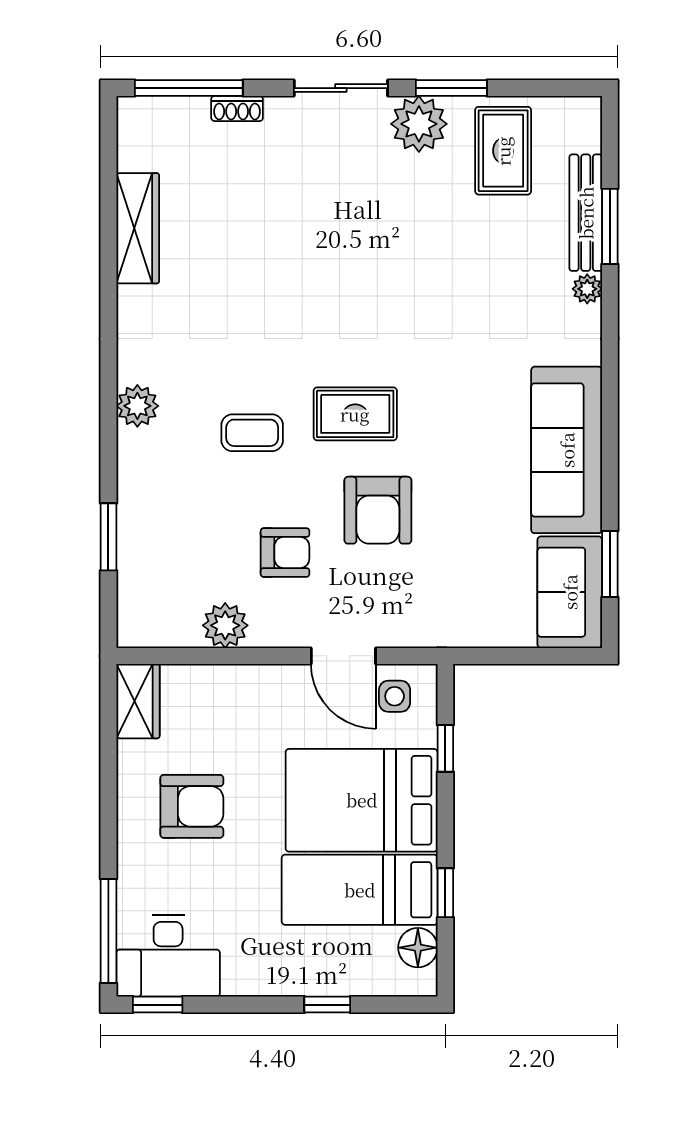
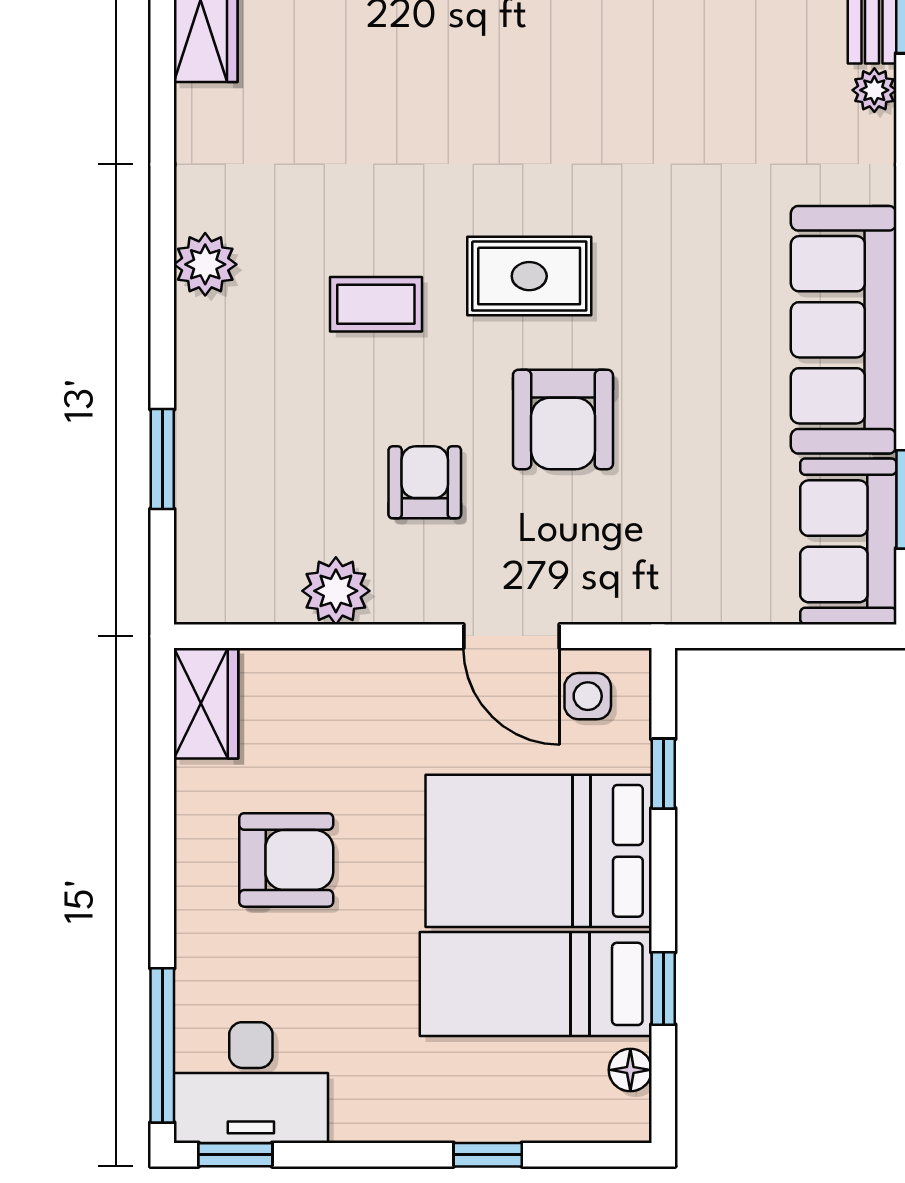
armchair: (285, 553) -> (425, 482), turned -90
floor lamp: (418, 948) -> (630, 1070), width x0.73, depth x0.73

